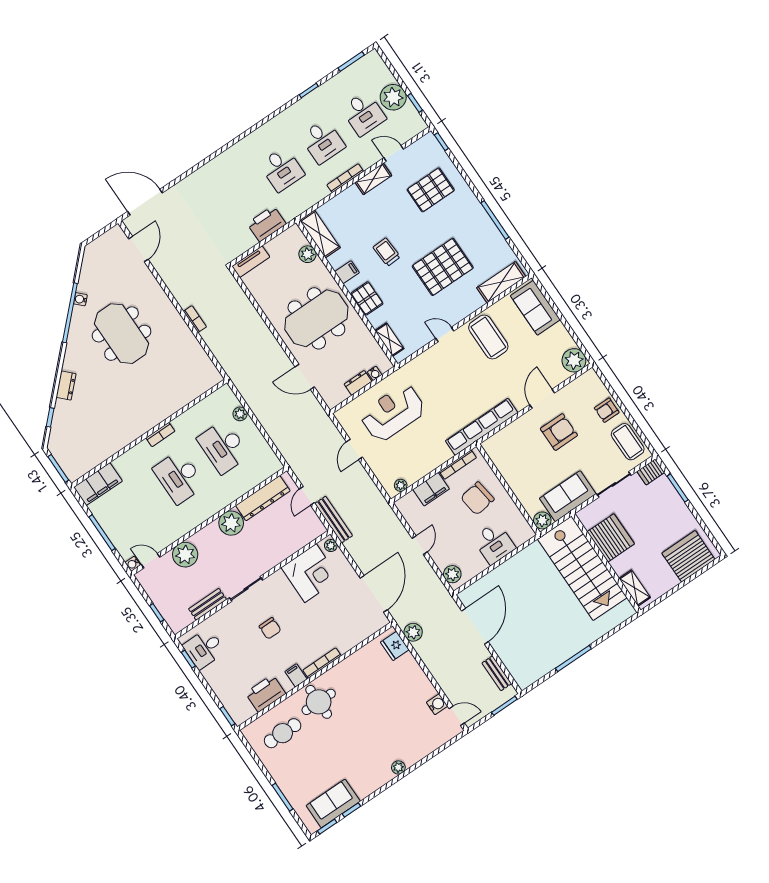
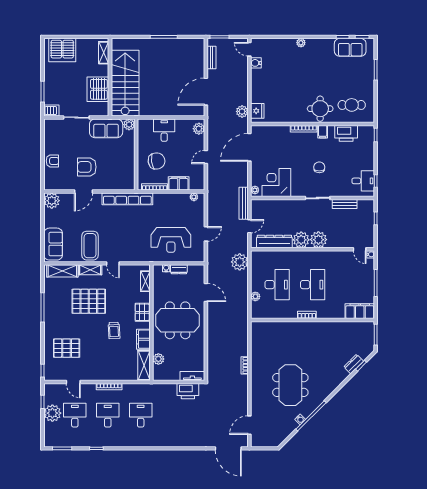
shelving: (373, 179) -> (90, 270), moved
printer: (267, 224) -> (188, 391), moved
filing cabinet: (347, 272) -> (143, 339), width x2.00
dresser: (66, 386) -> (354, 364), moved
coffee table: (628, 442) -> (53, 136), removed
plant: (289, 443) -> (240, 262), added
plant: (185, 555) -> (318, 240), moved

